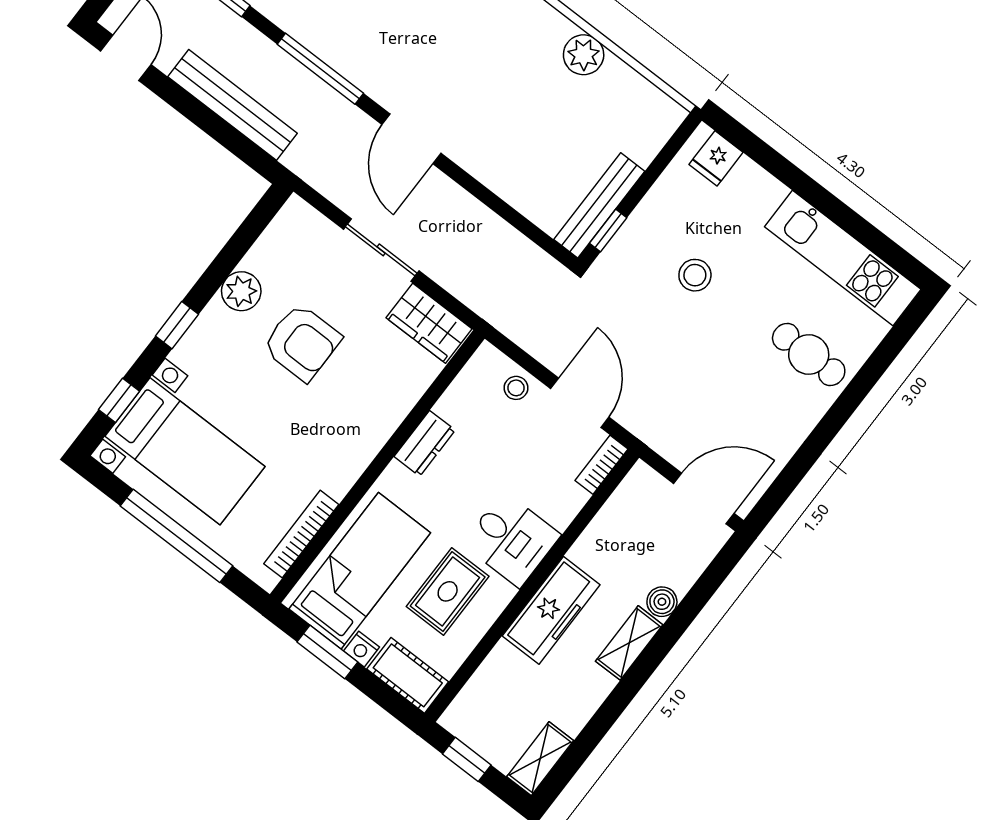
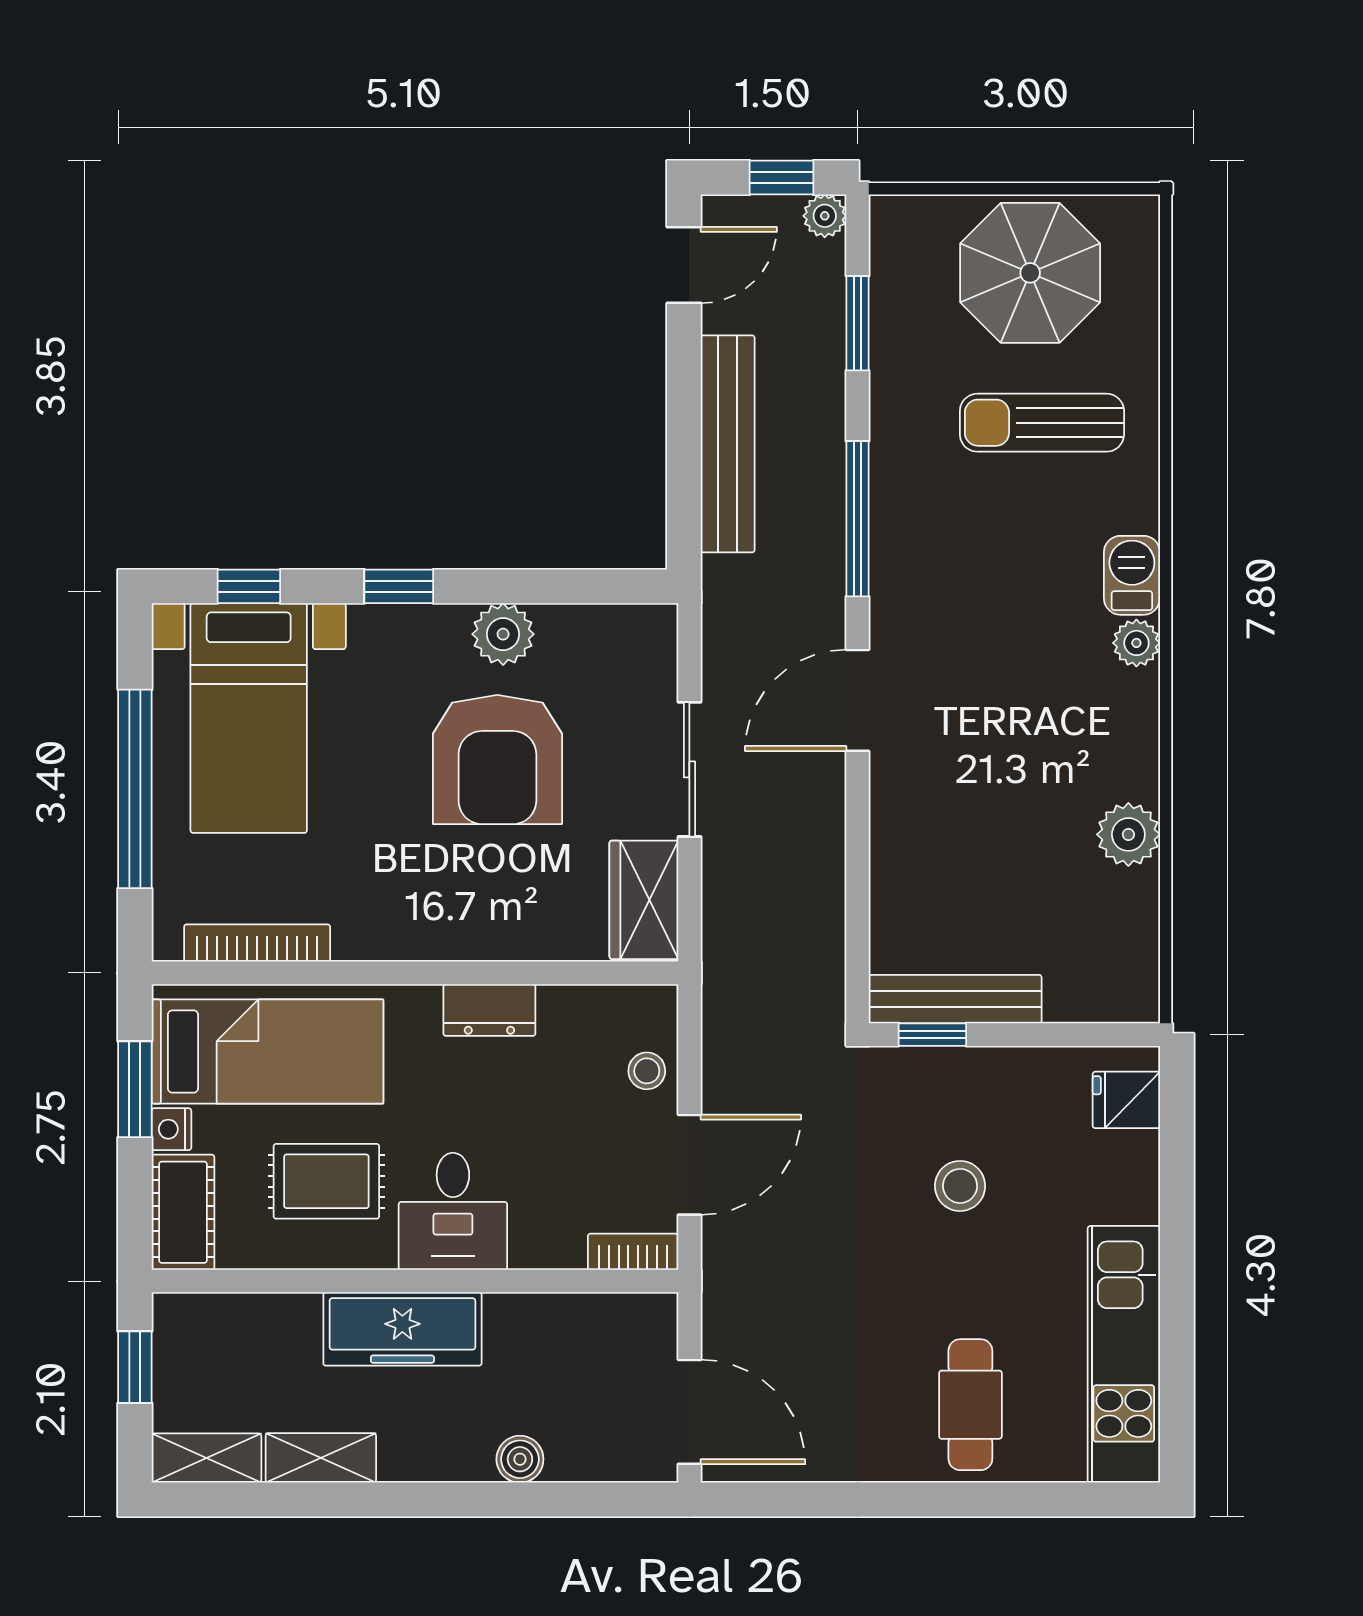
armchair: (302, 342) -> (497, 759), width x1.36, depth x1.36
shelving: (629, 643) -> (321, 1458), moved

